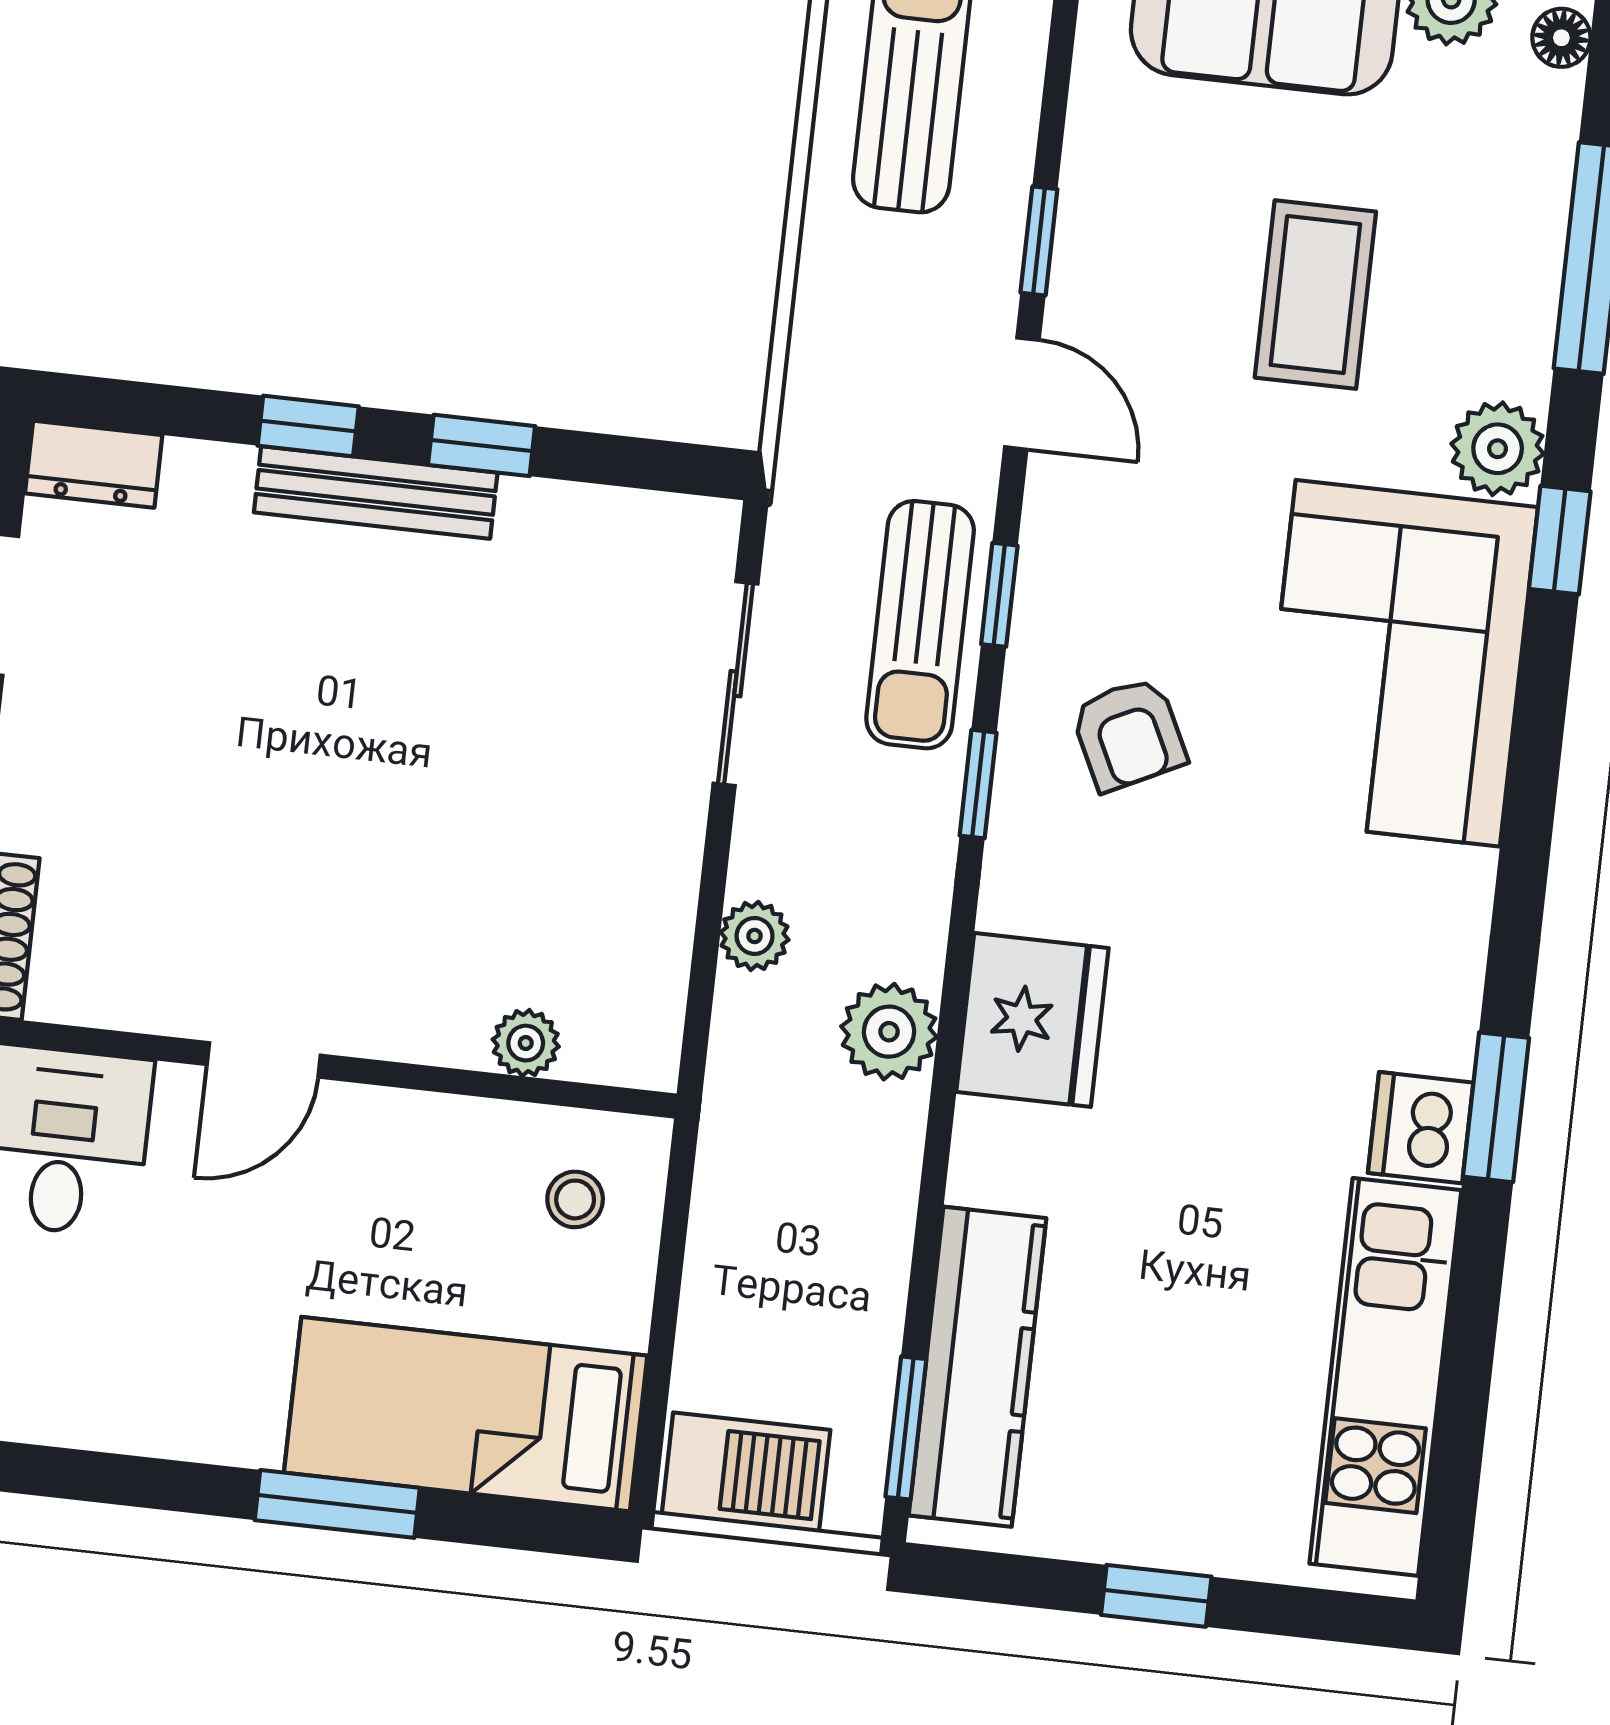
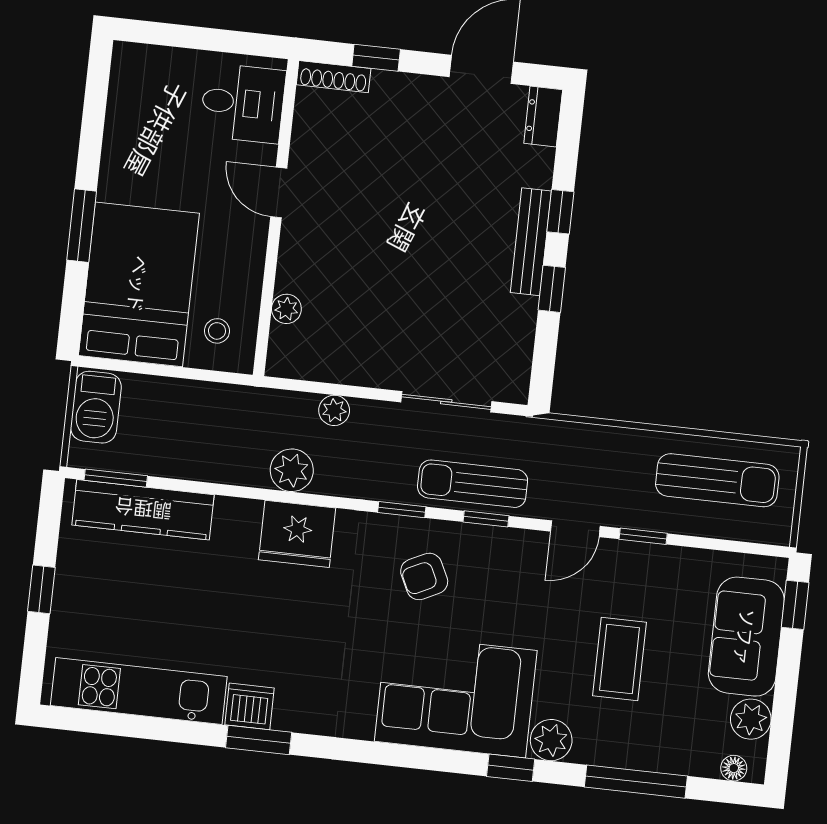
coffee table: (1315, 295) -> (619, 659), turned 90
bed: (466, 1414) -> (139, 284), width x1.50

